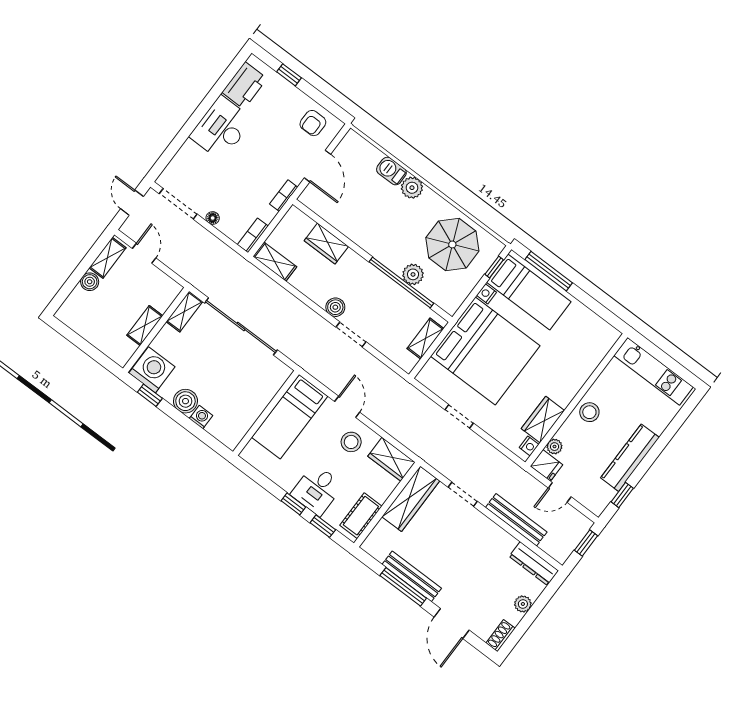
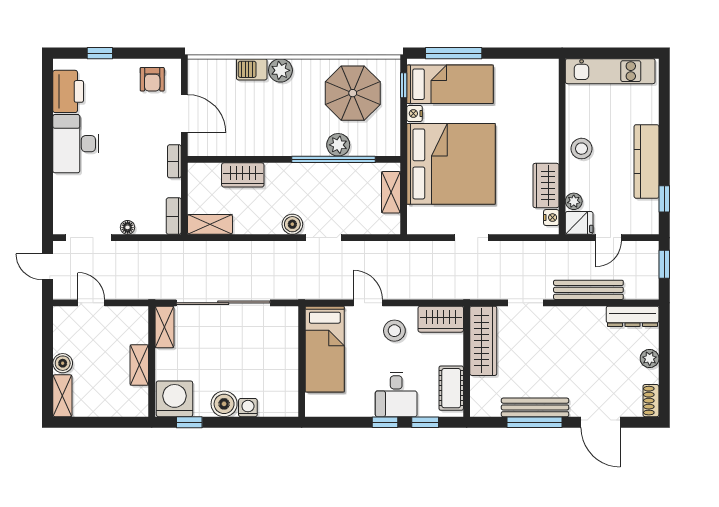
shelving: (108, 258) -> (62, 396), moved

